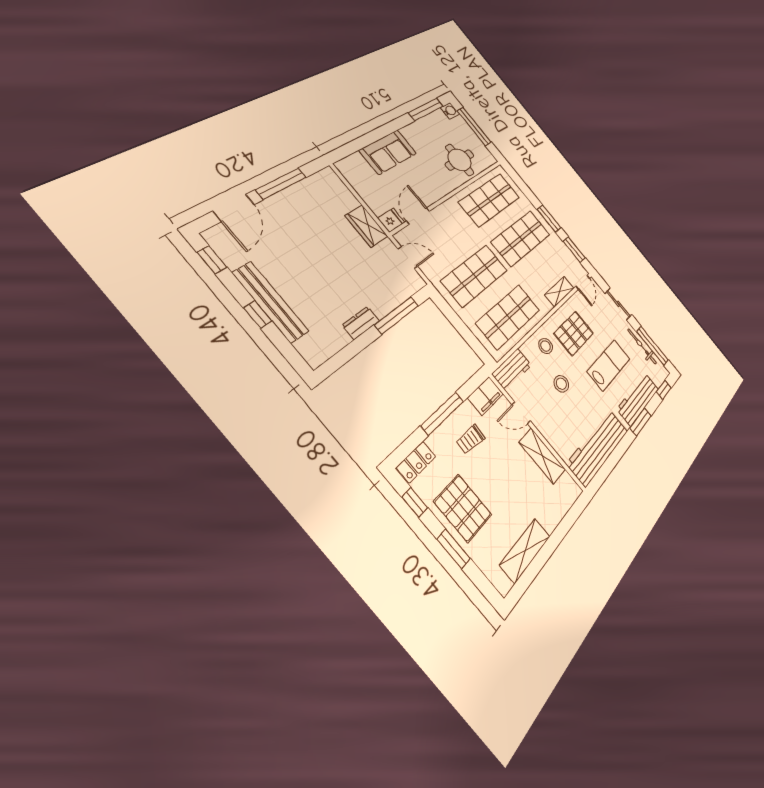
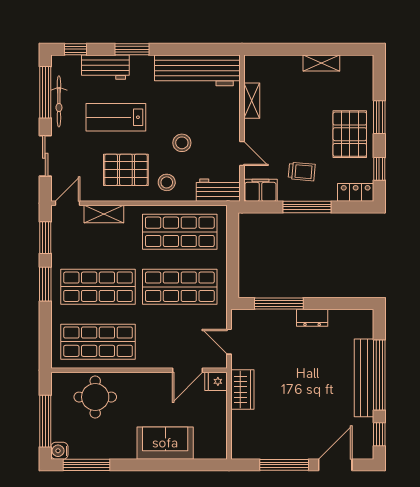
window: (258, 314) -> (379, 375), width x3.17
workbench: (638, 399) -> (105, 67), width x0.73
shelving: (542, 456) -> (252, 101), width x0.67, depth x0.75
shelving: (525, 551) -> (321, 63), width x0.67, depth x0.75

